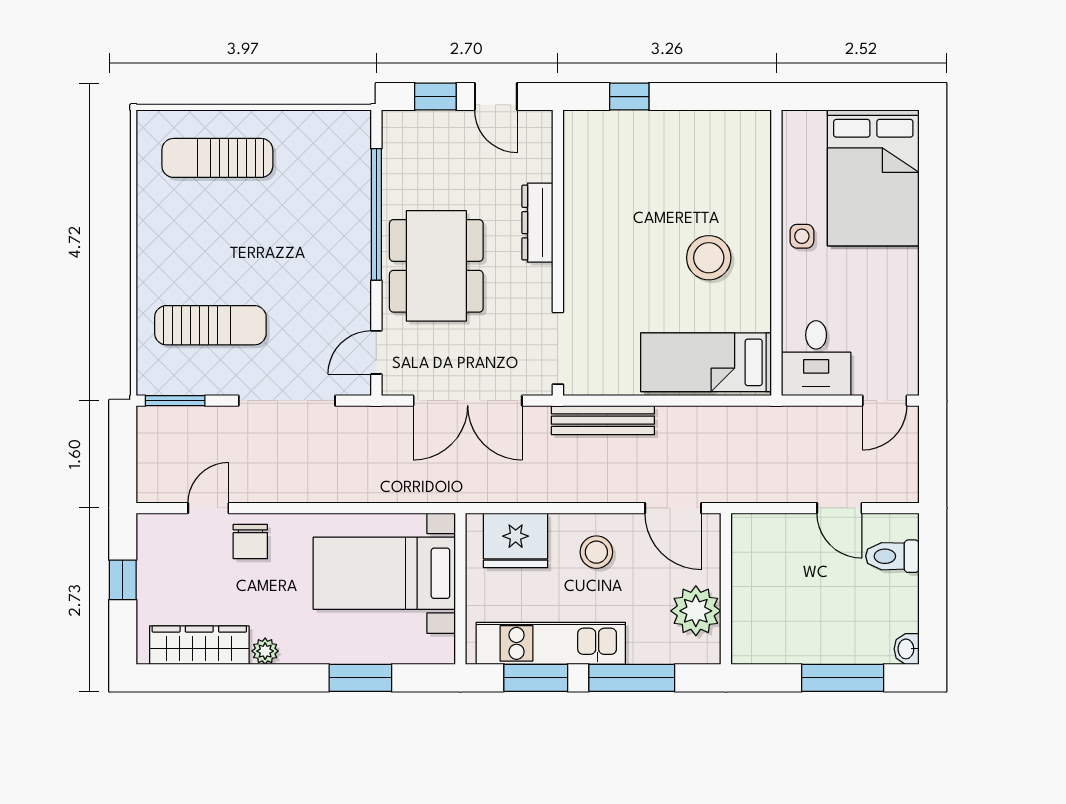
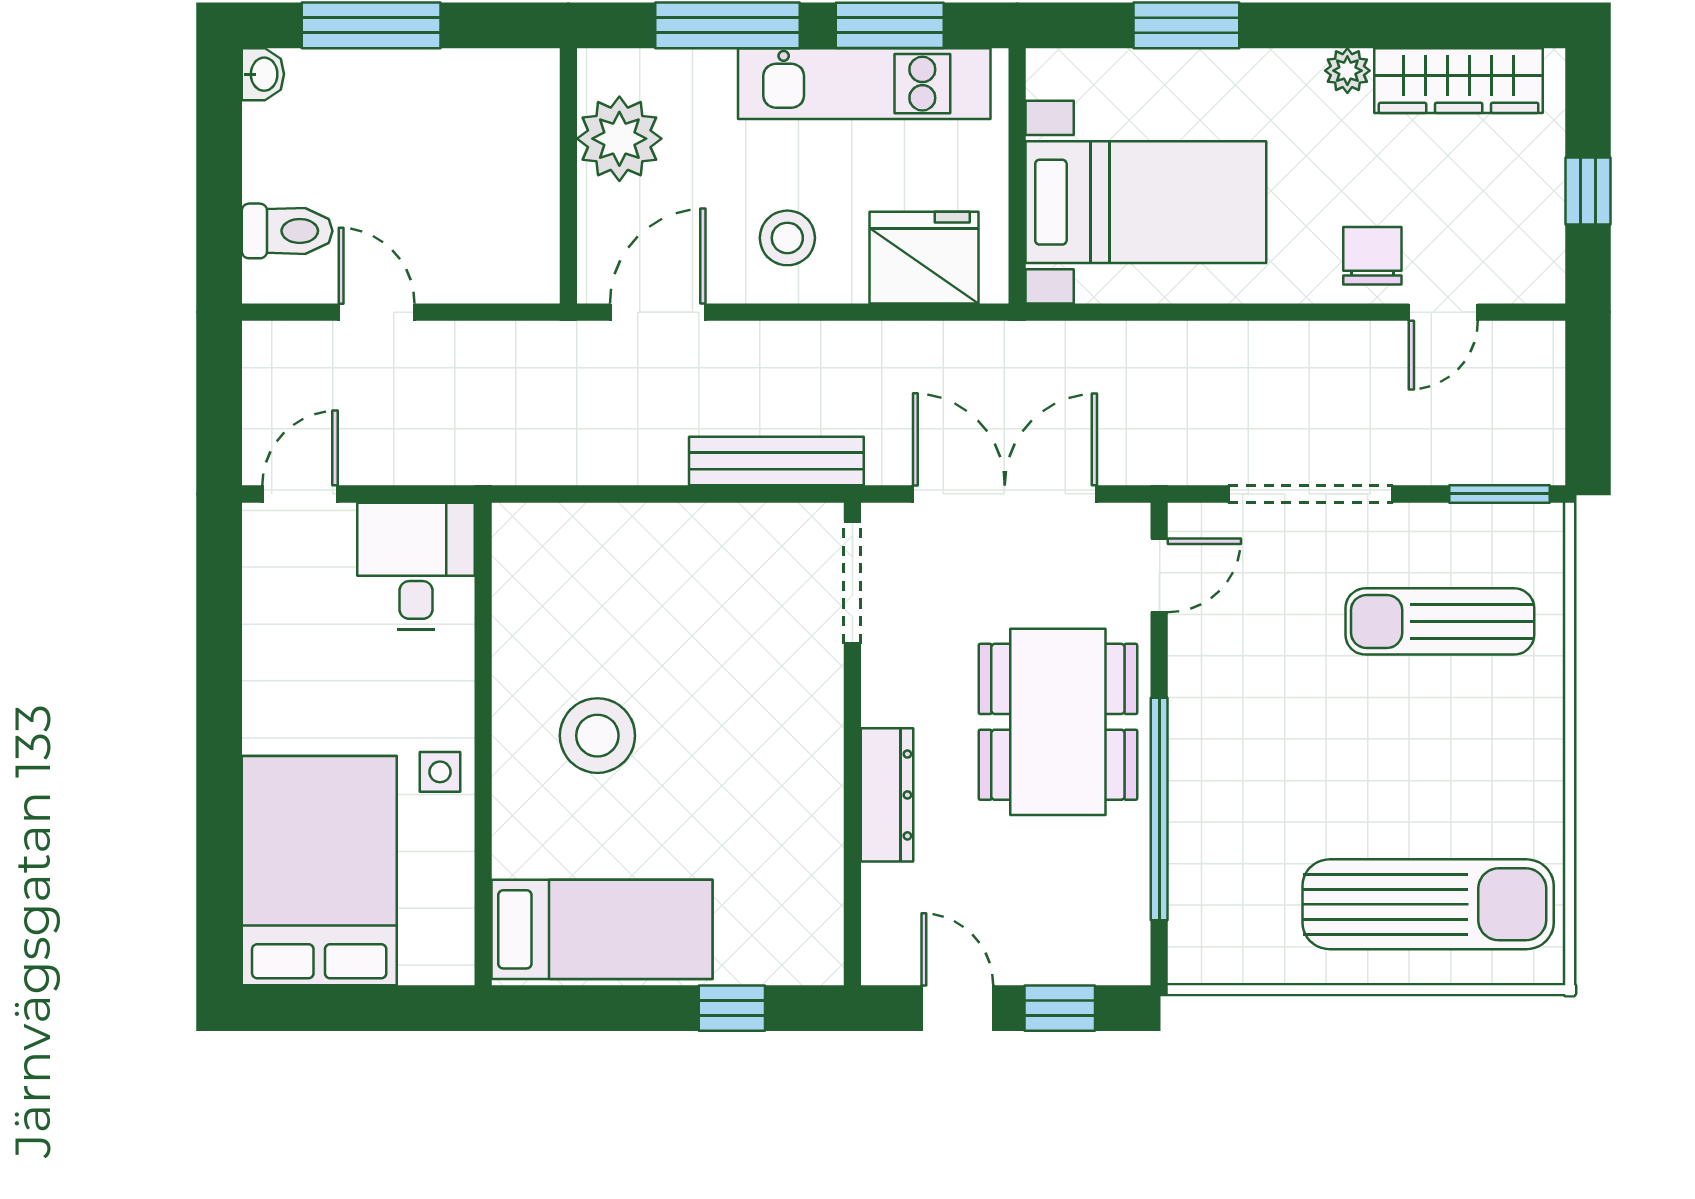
sun lounger: (217, 158) -> (1428, 904), width x1.36, depth x1.34
bed: (706, 362) -> (602, 929), moved
door: (673, 508) -> (658, 312), hinge flipped

